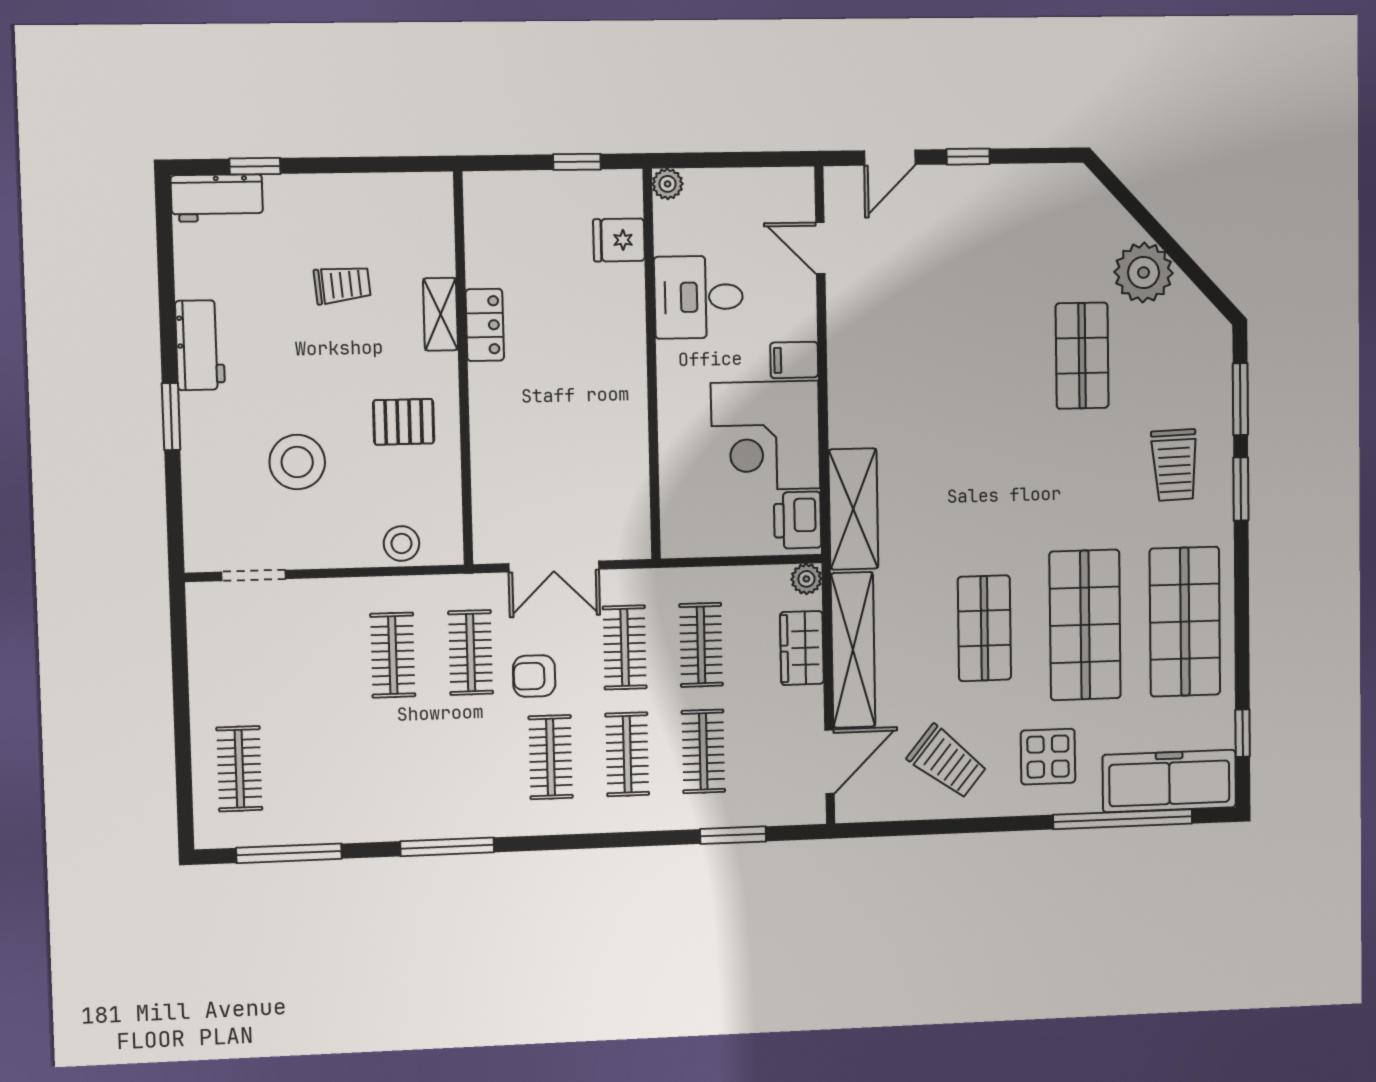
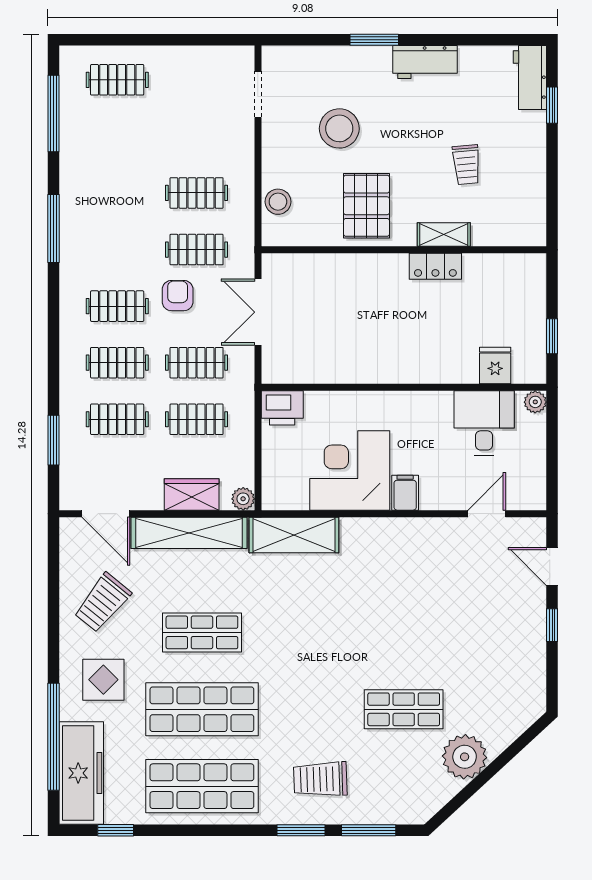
desk: (699, 297) -> (484, 423), moved
pallet: (404, 422) -> (366, 206), width x1.50, depth x1.42
printer: (798, 520) -> (282, 408), moved, turned 180

